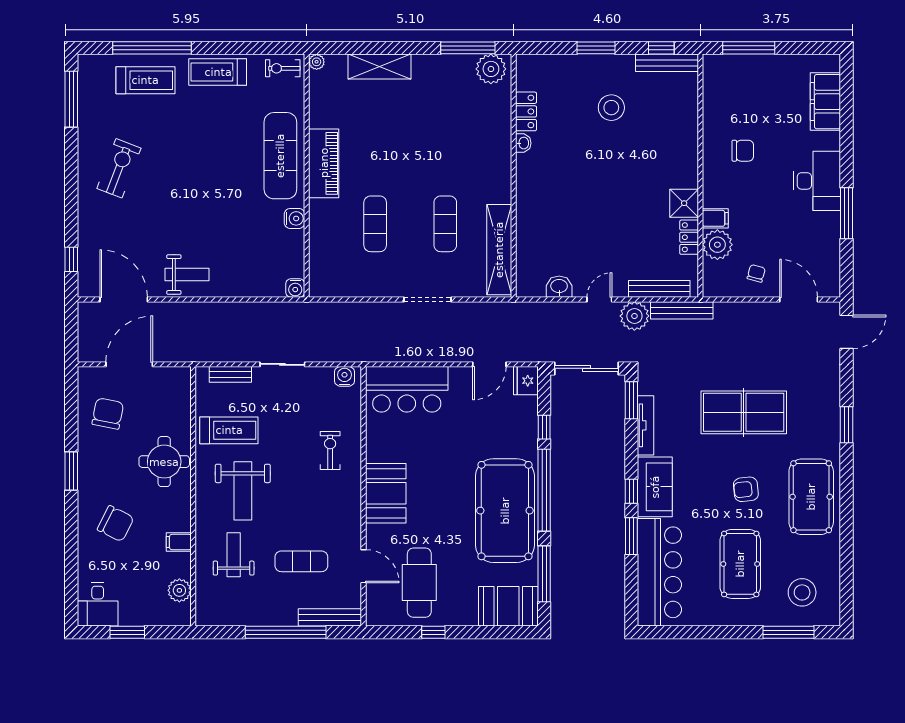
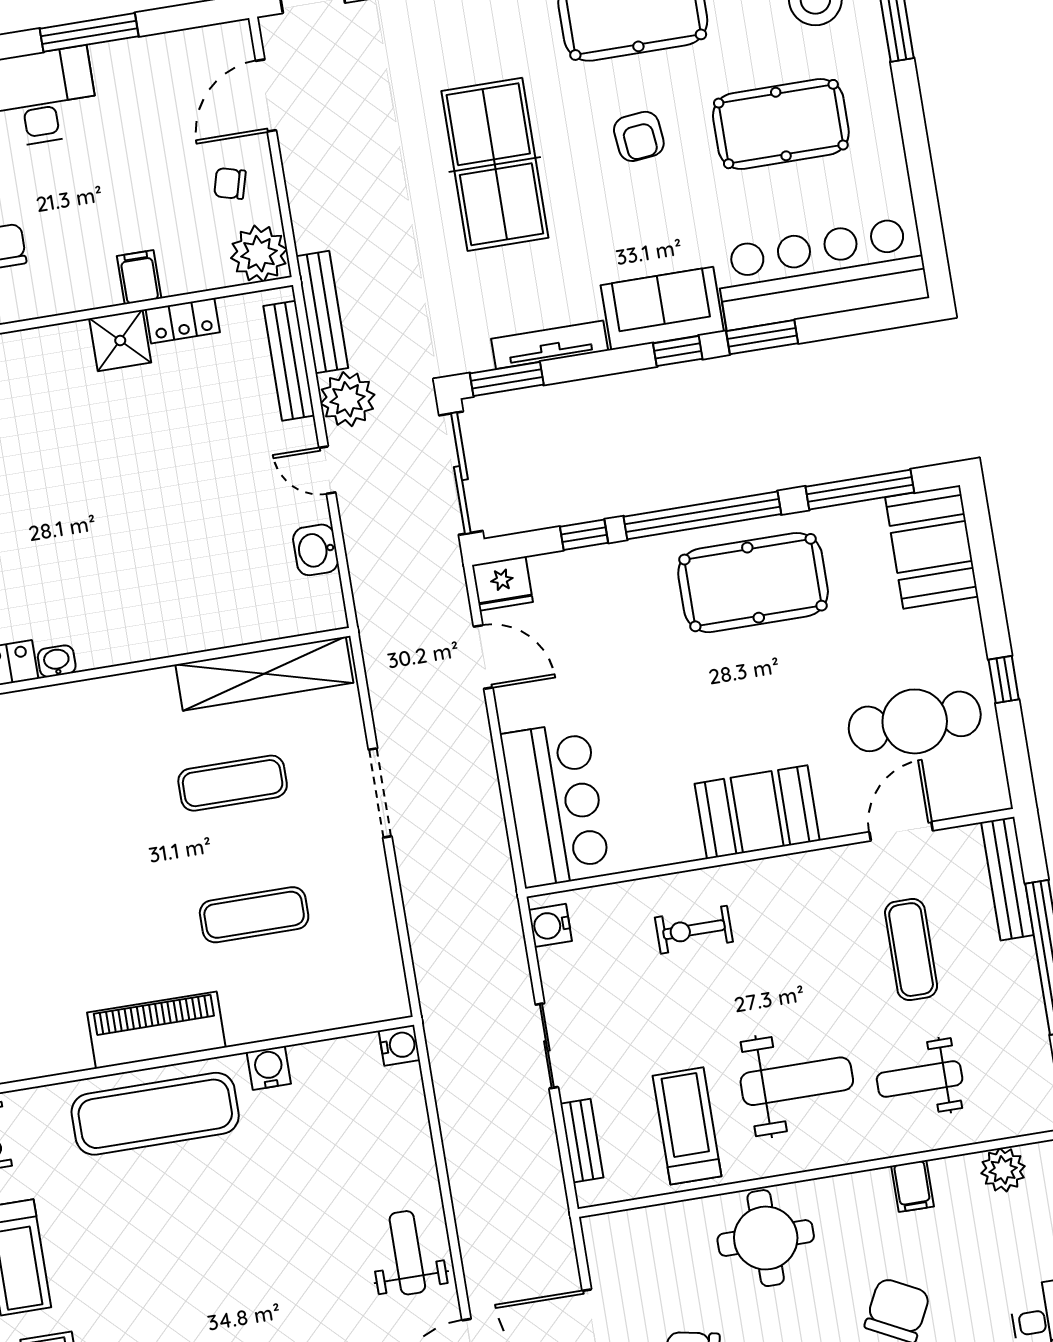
plant: (717, 245) -> (259, 254), moved
pool table: (505, 511) -> (753, 583), width x0.73, depth x0.76

